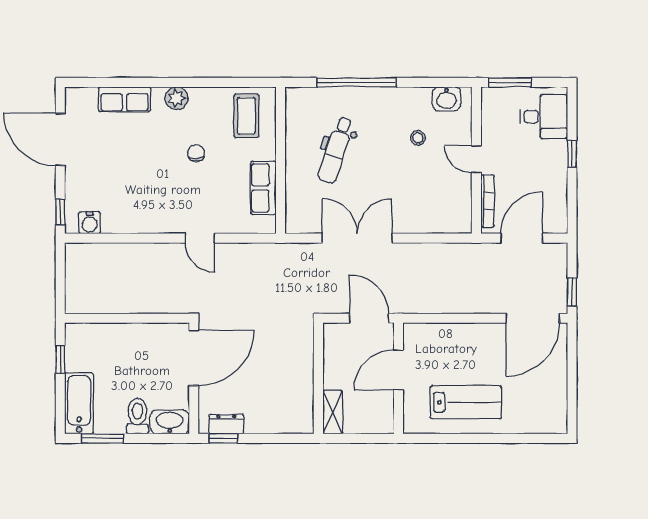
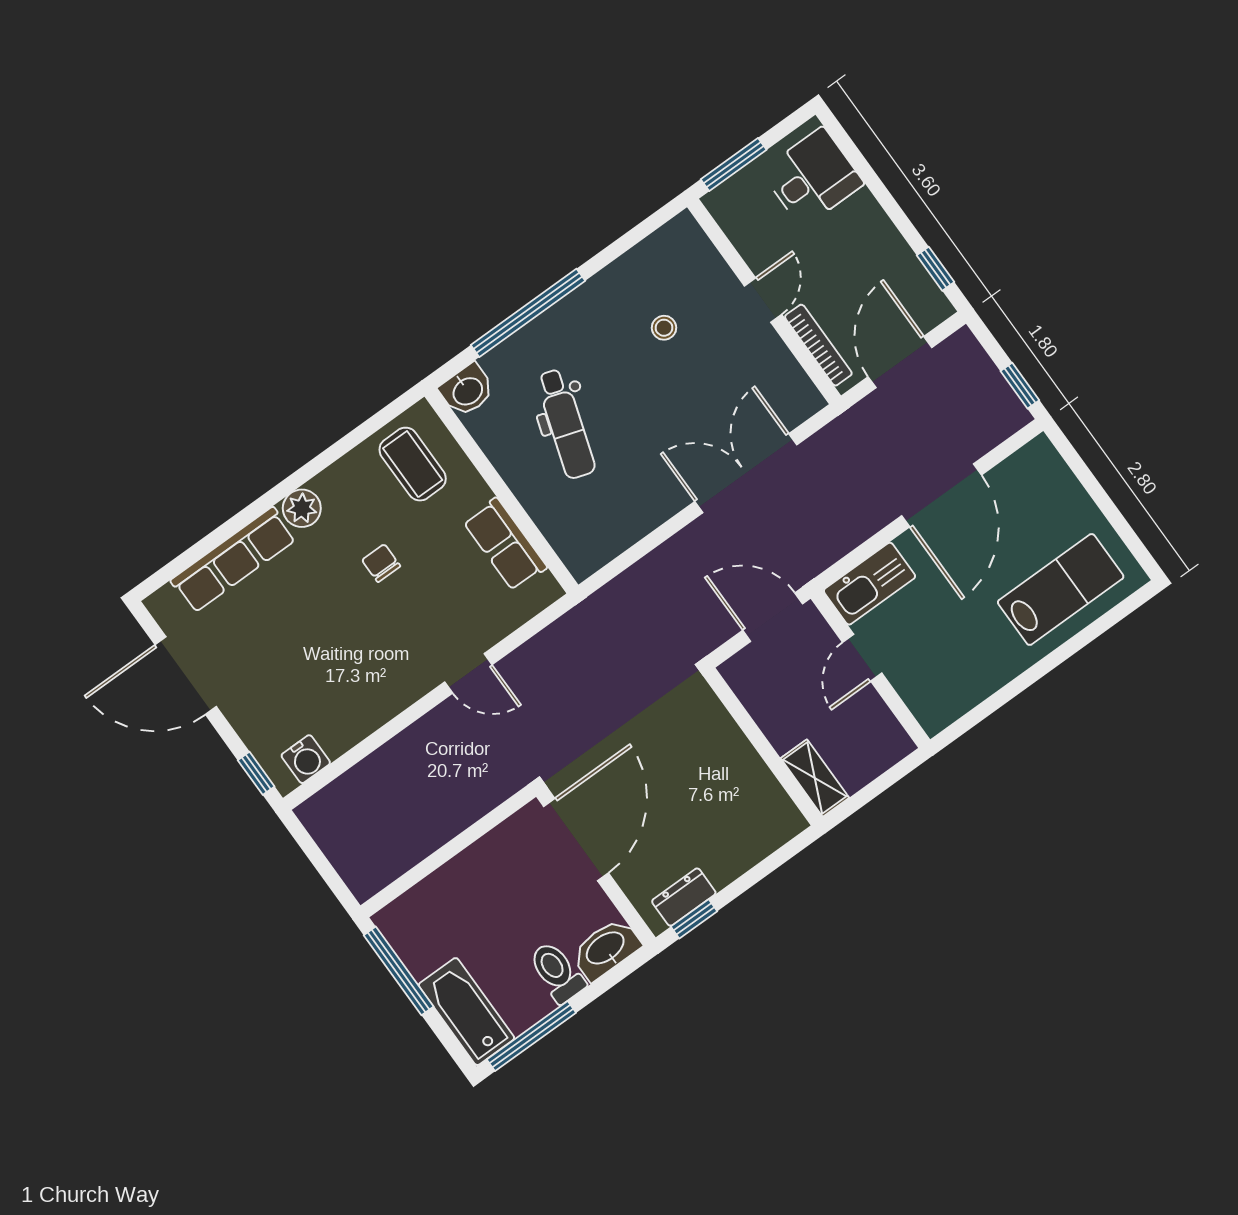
row of seats: (125, 99) -> (233, 560), width x1.48
washbasin: (447, 99) -> (467, 390), moved
window: (572, 154) -> (935, 269), moved
door: (476, 159) -> (763, 300), swing flipped
double door: (357, 238) -> (746, 473), moved
door: (533, 318) -> (942, 495), moved
kitchen sink: (428, 336) -> (869, 584), added
window: (60, 359) -> (399, 971), width x2.17
door: (398, 370) -> (862, 658), width x0.73
lab bench: (466, 402) -> (1061, 589), moved
window: (102, 438) -> (531, 1036), width x1.44

